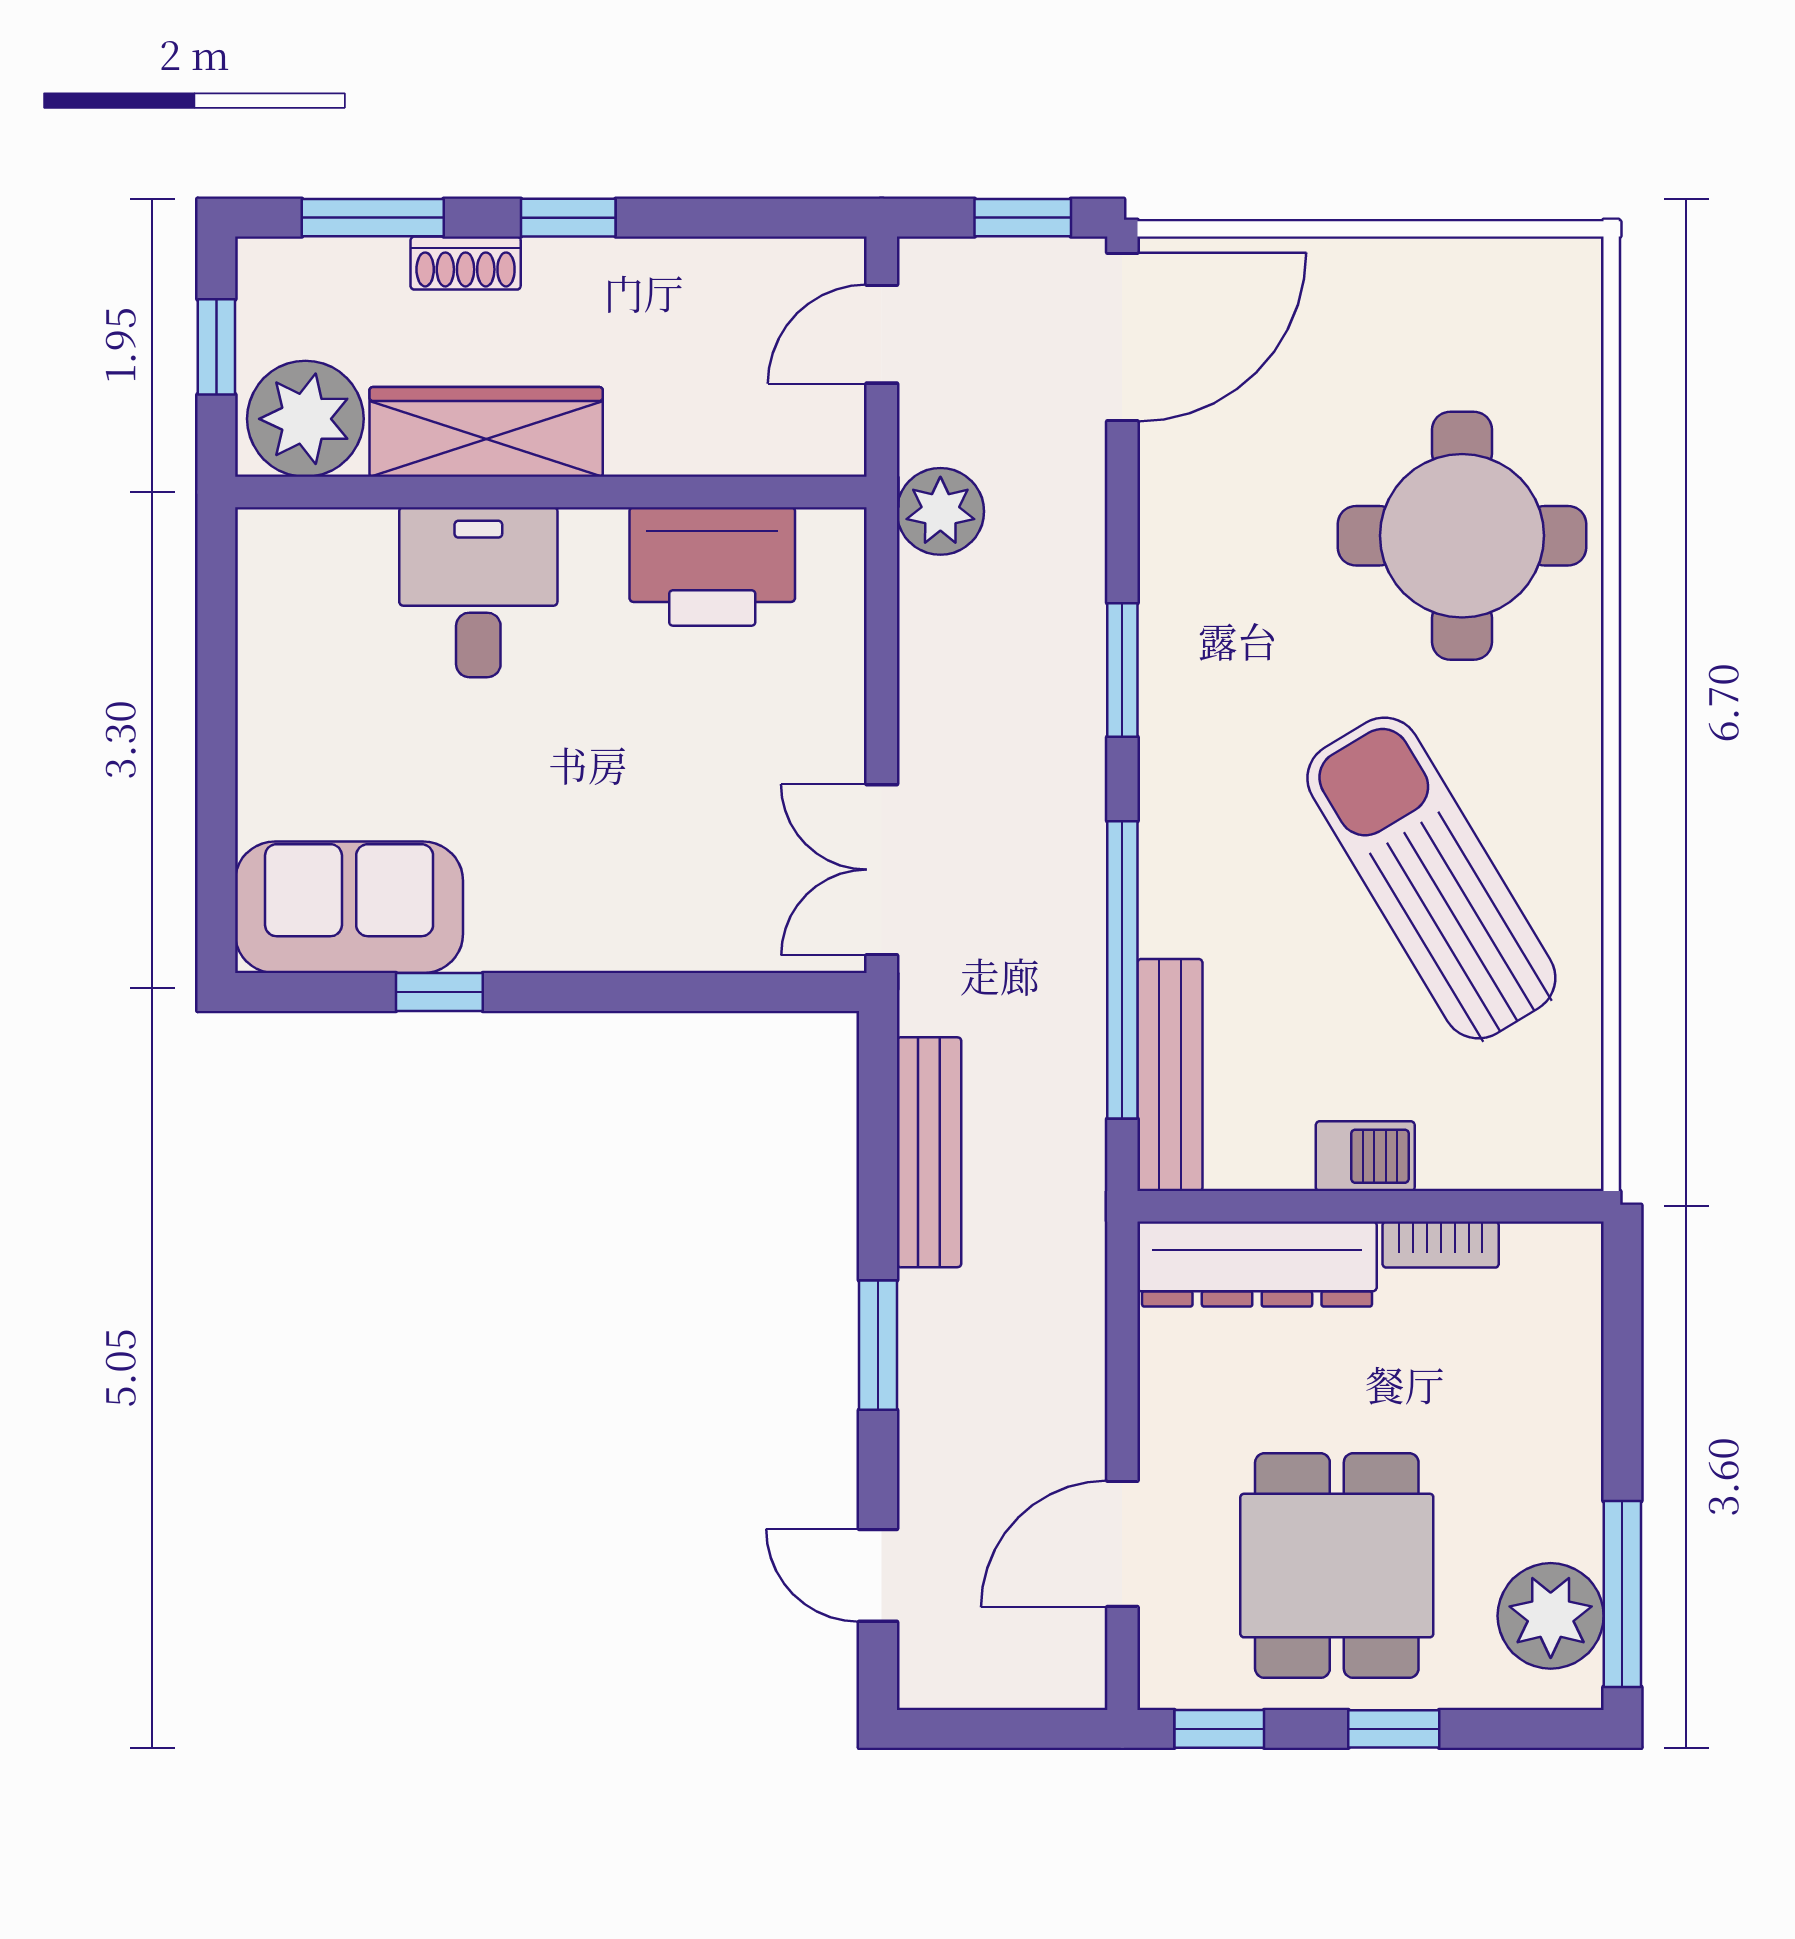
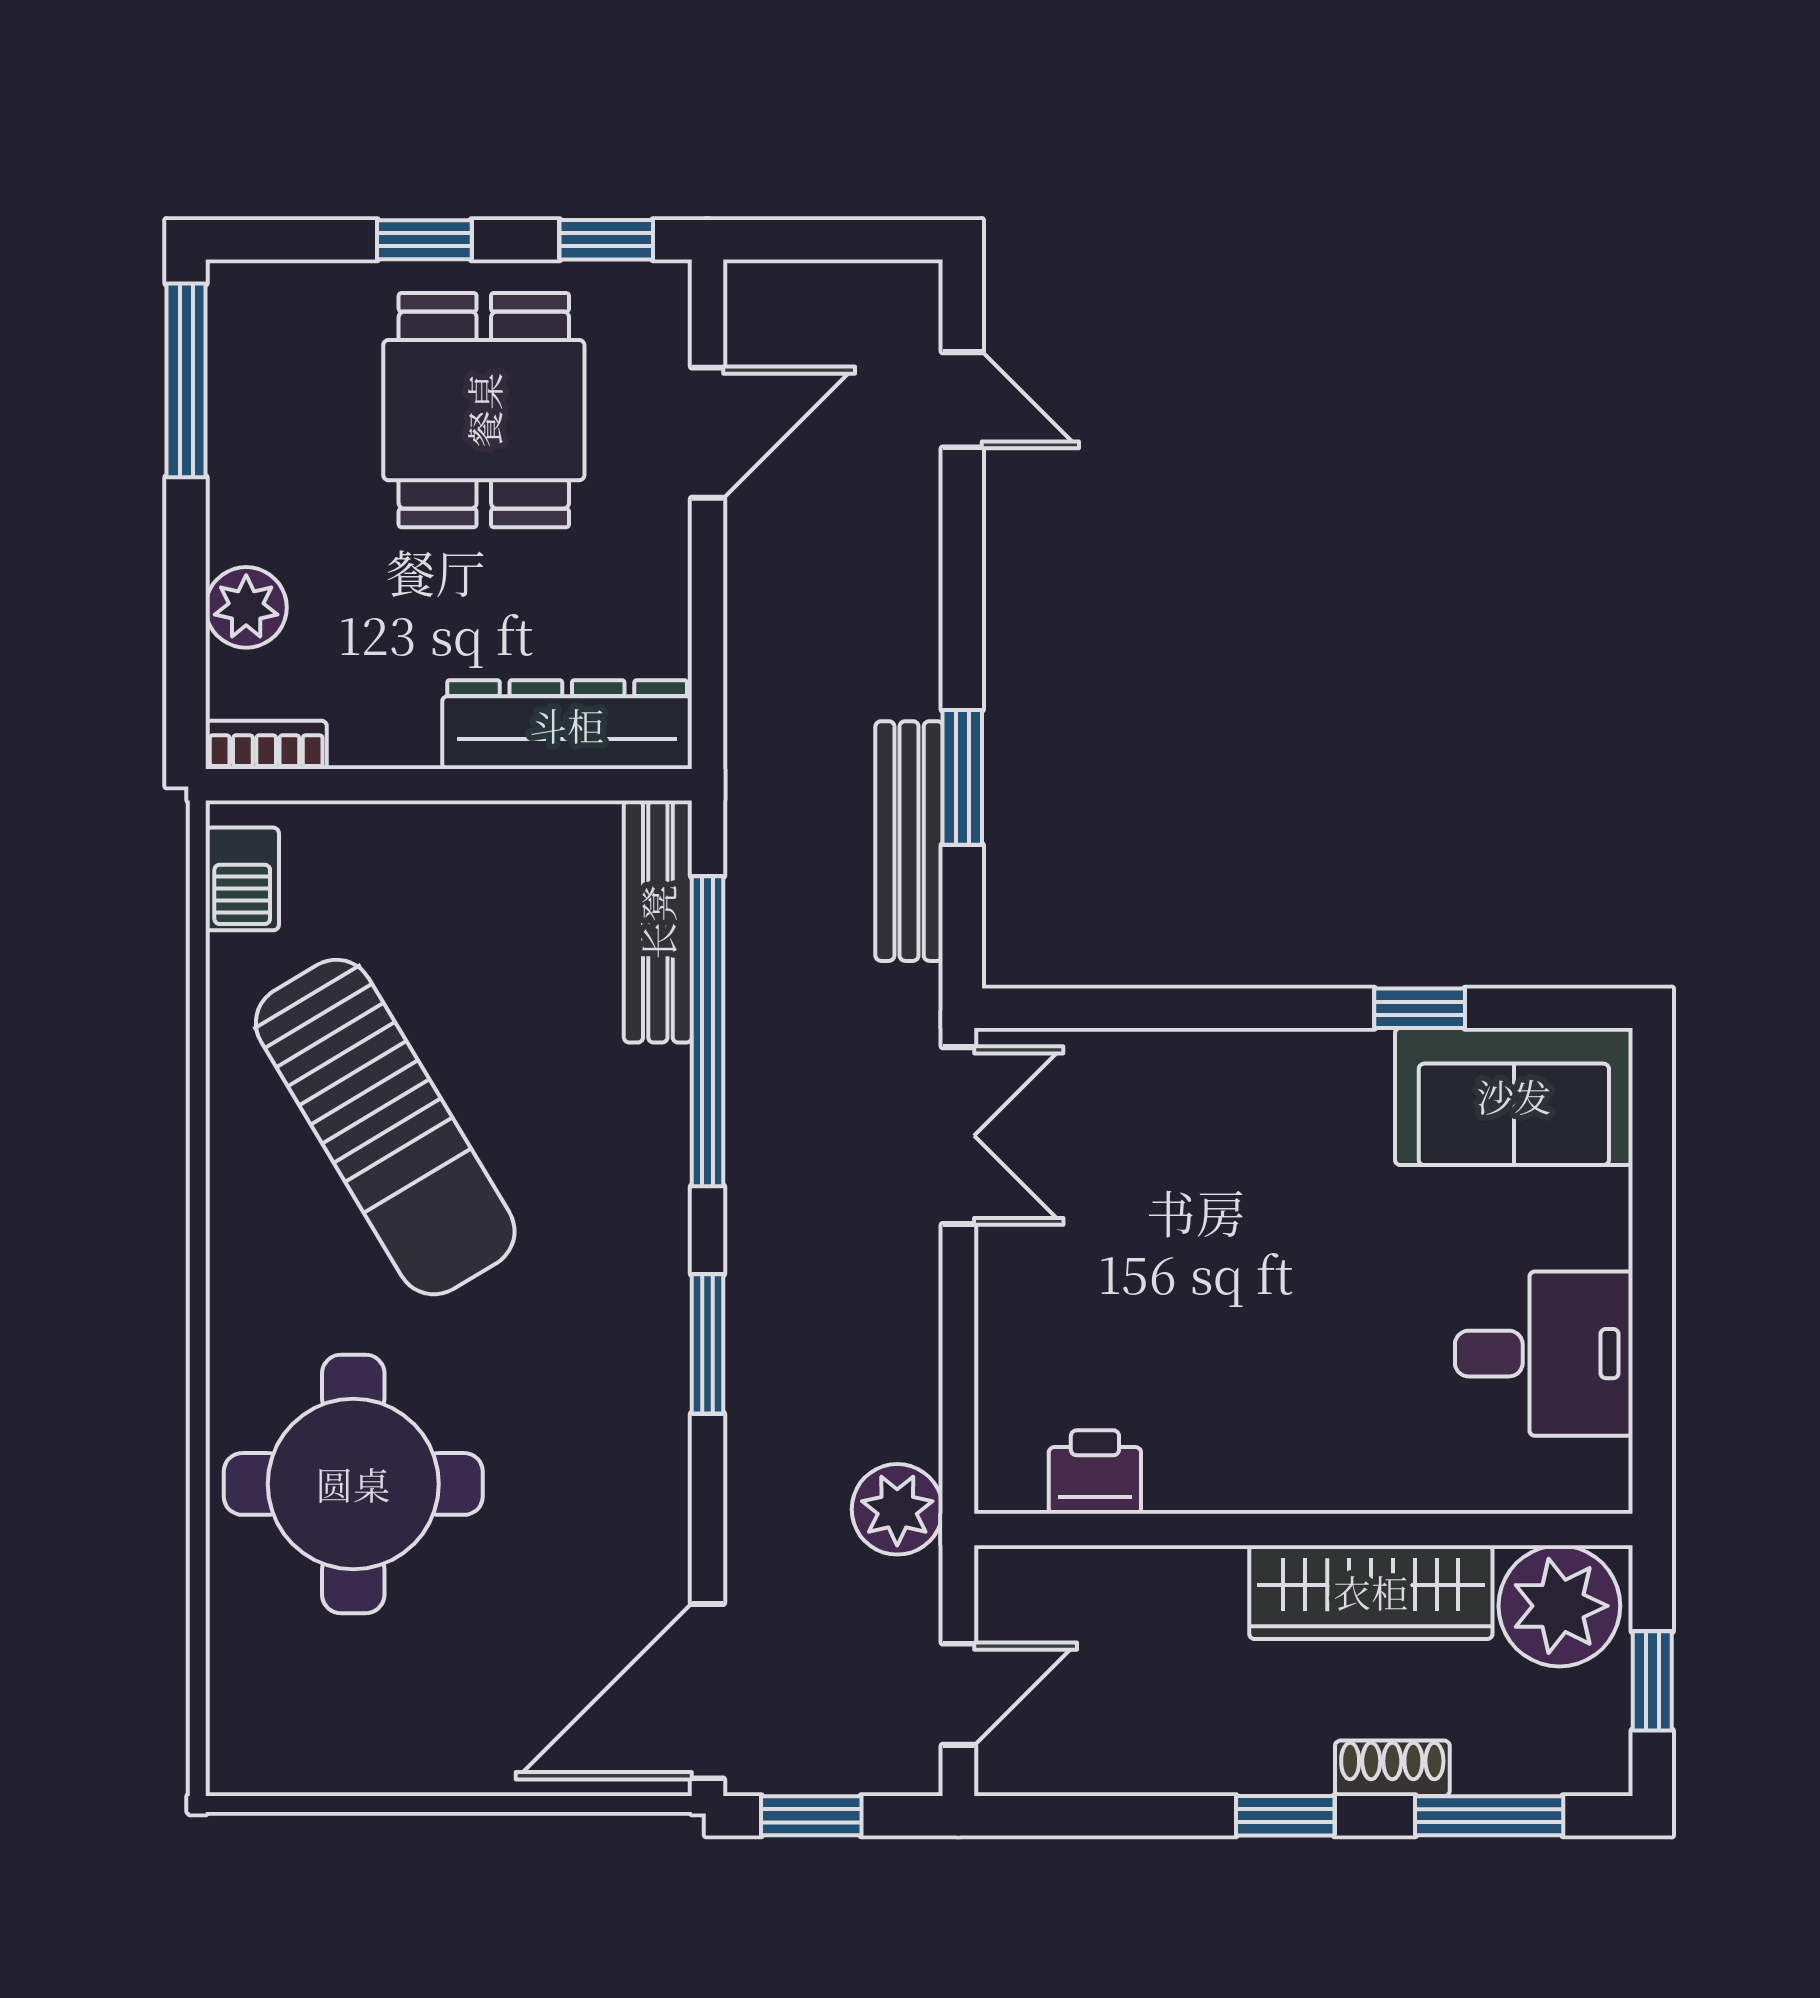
printer: (712, 566) -> (1095, 1472), width x0.53, depth x0.68
desk: (478, 592) -> (1544, 1354), moved, turned -90
barbecue: (1365, 1156) -> (242, 879), moved, turned -90
bookcase: (1441, 1245) -> (266, 745), moved
window: (878, 1345) -> (962, 777), moved
plant: (1551, 1616) -> (246, 607), moved, width x0.73, depth x0.73

